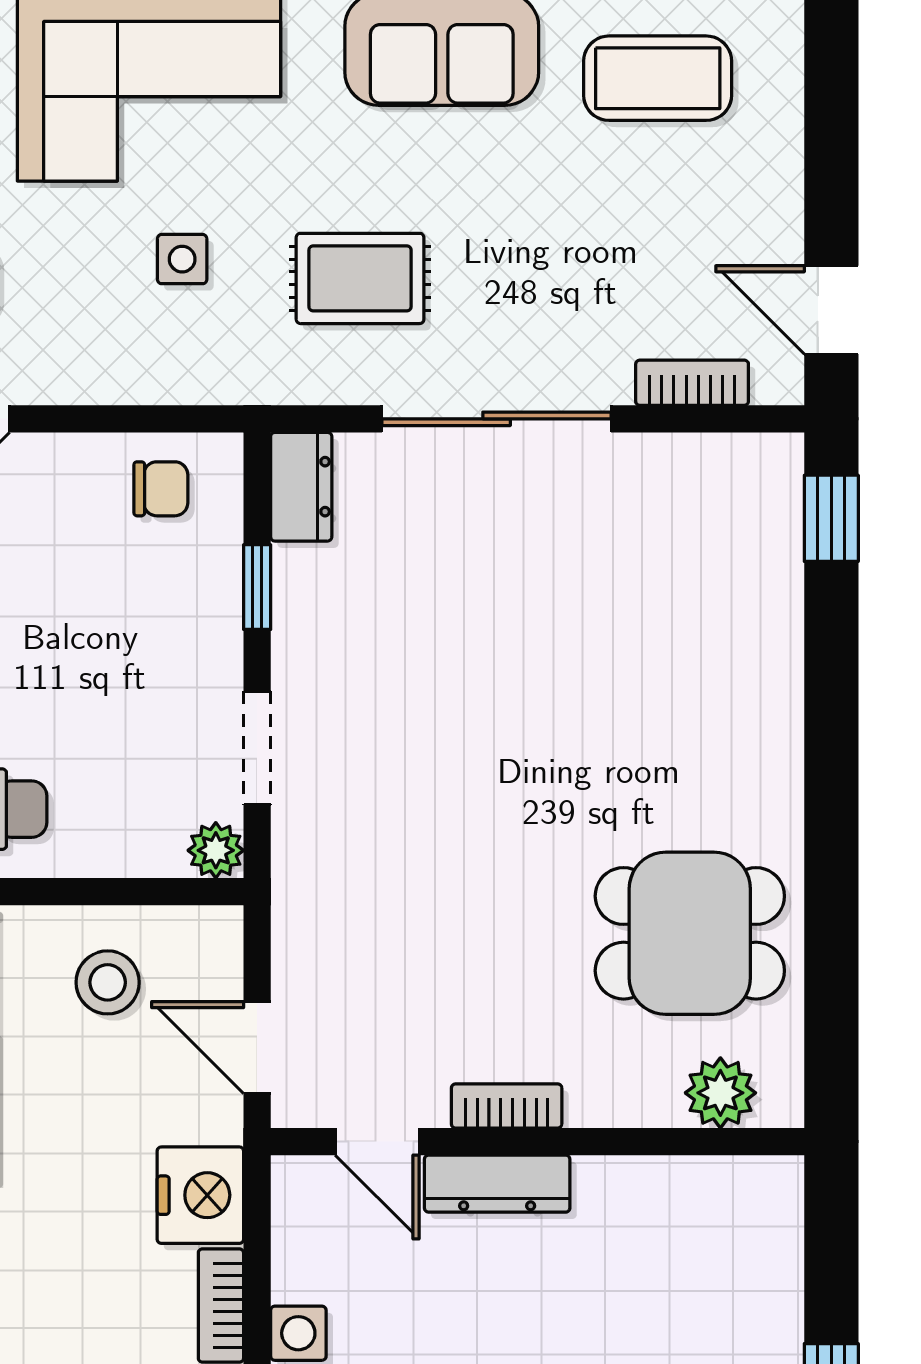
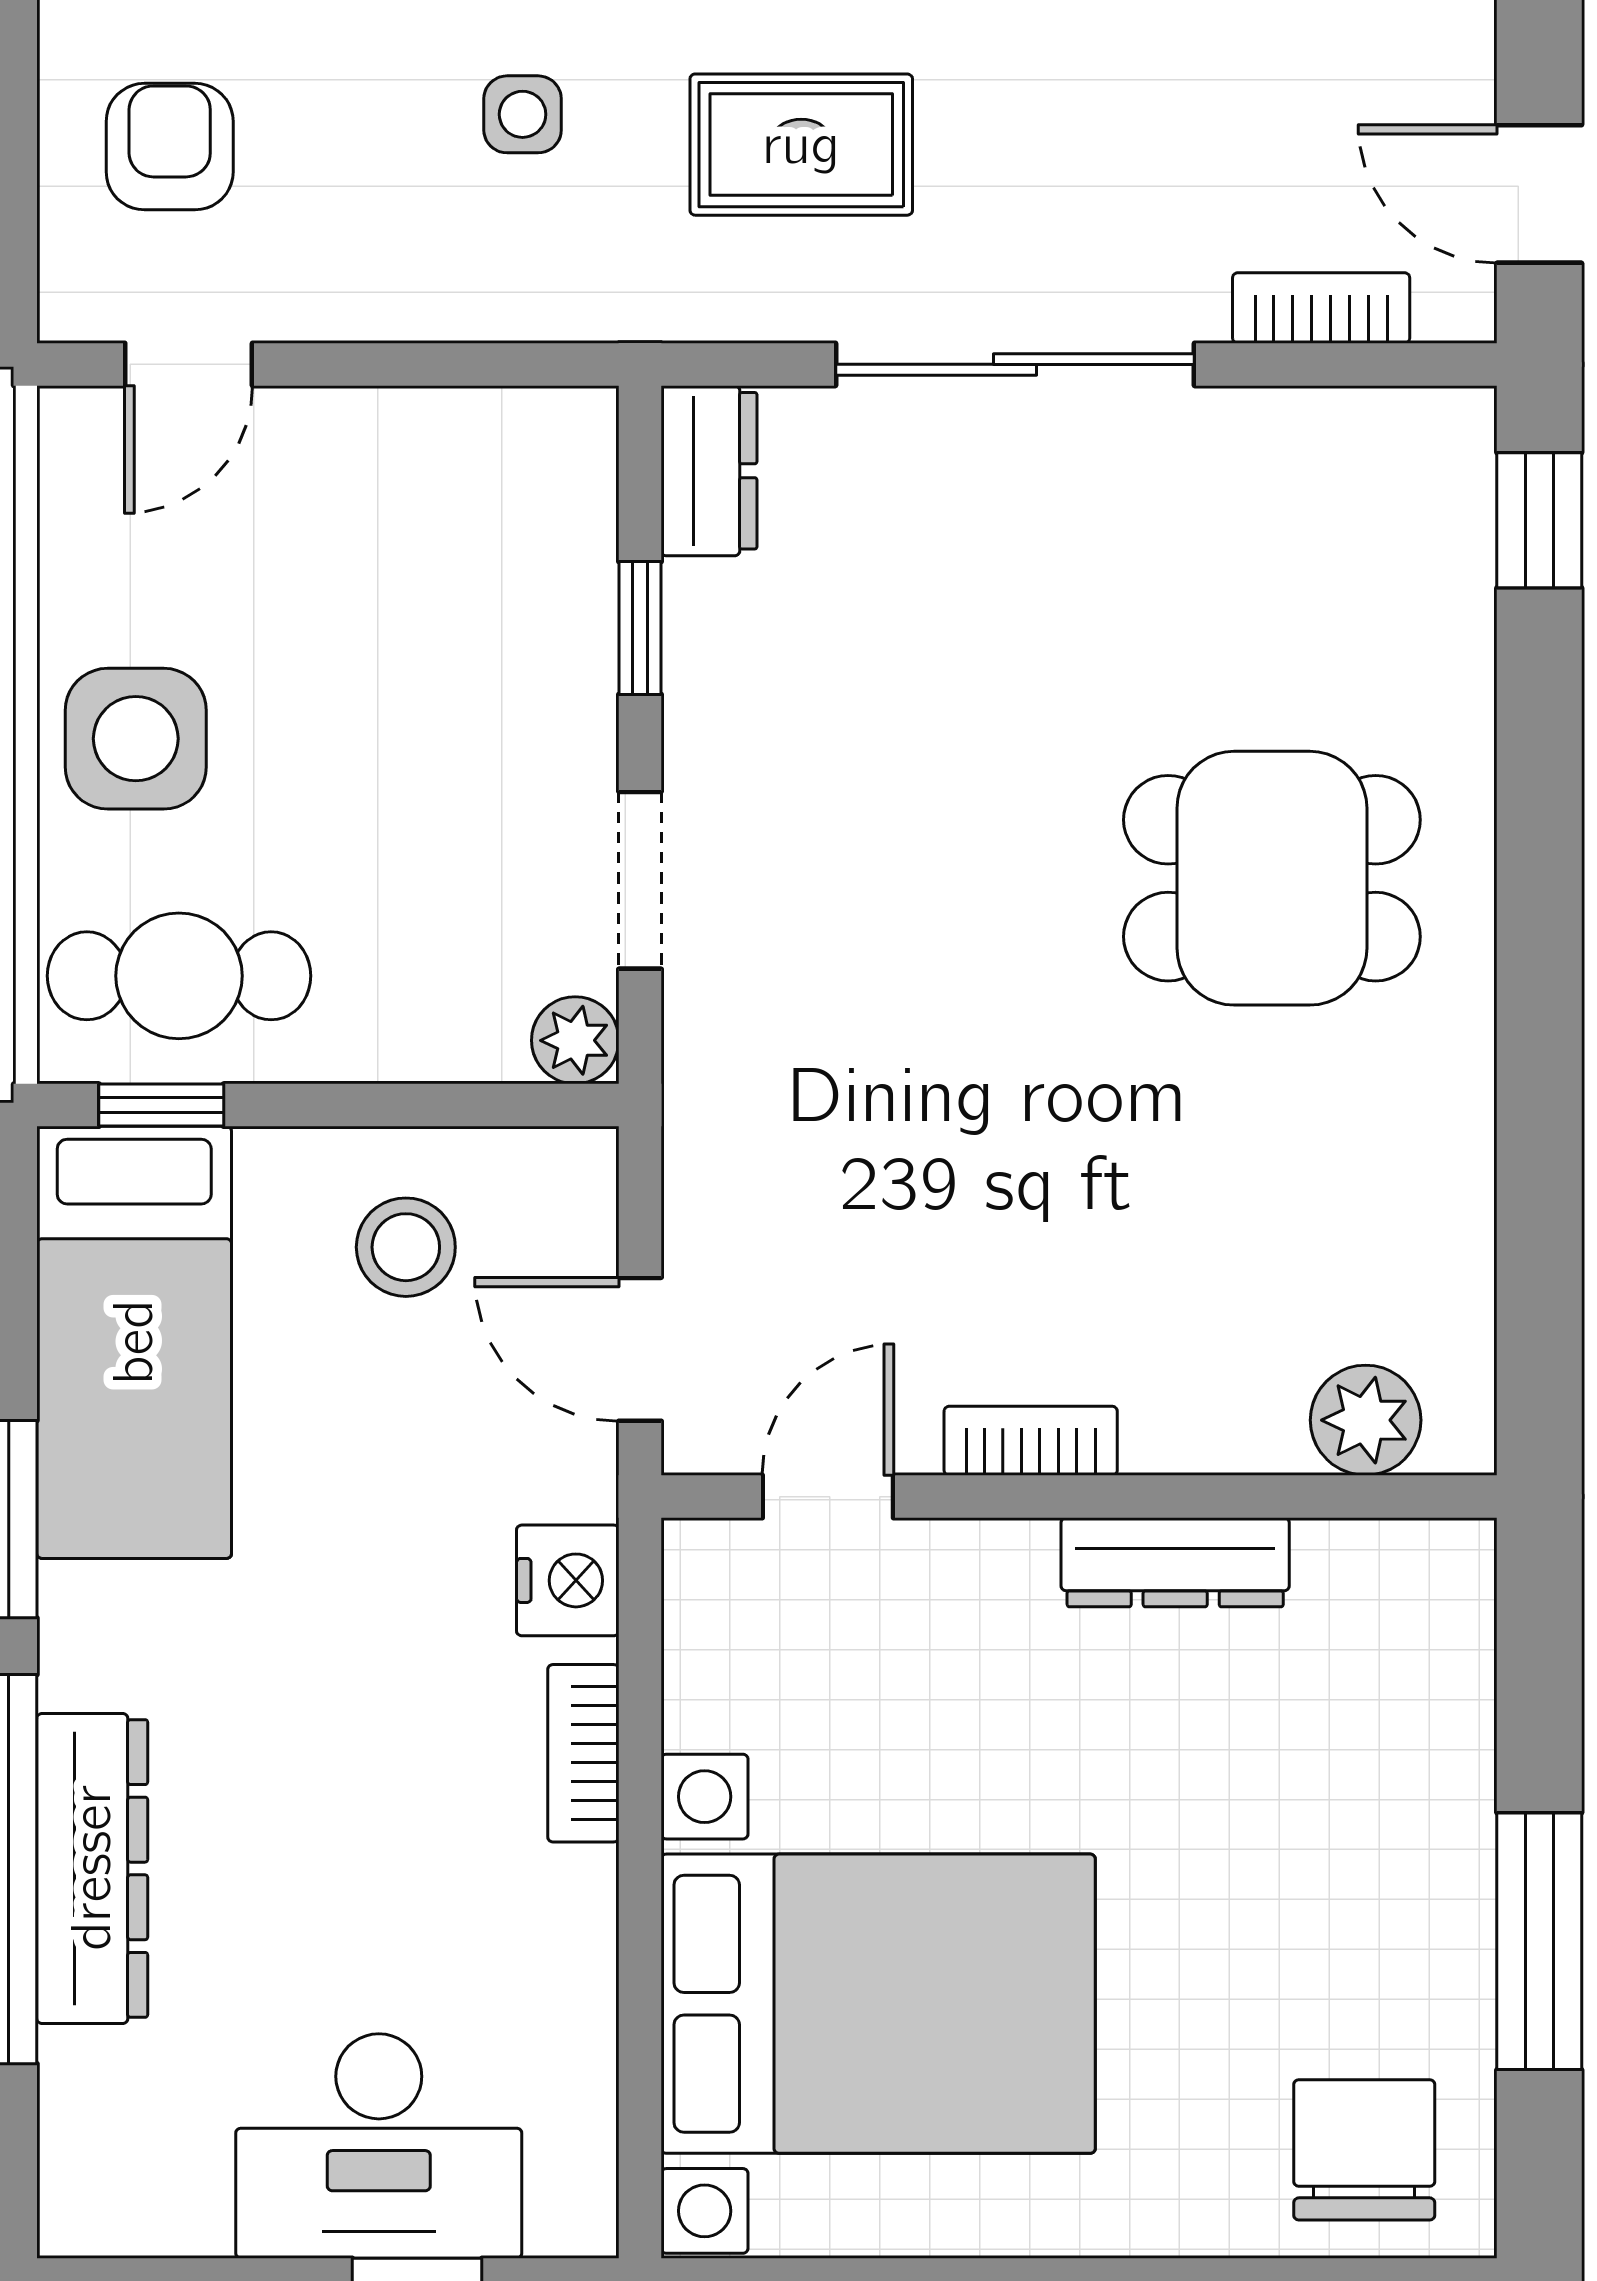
chair: (161, 489) -> (489, 474), removed
dining table: (690, 933) -> (1272, 878), moved
door: (377, 1142) -> (828, 1497), swing flipped
dresser: (497, 1184) -> (1175, 1562), moved
nightstand: (200, 1195) -> (568, 1580), width x0.74, depth x0.75

